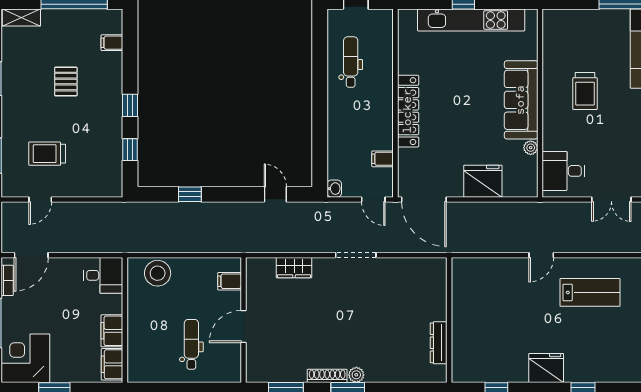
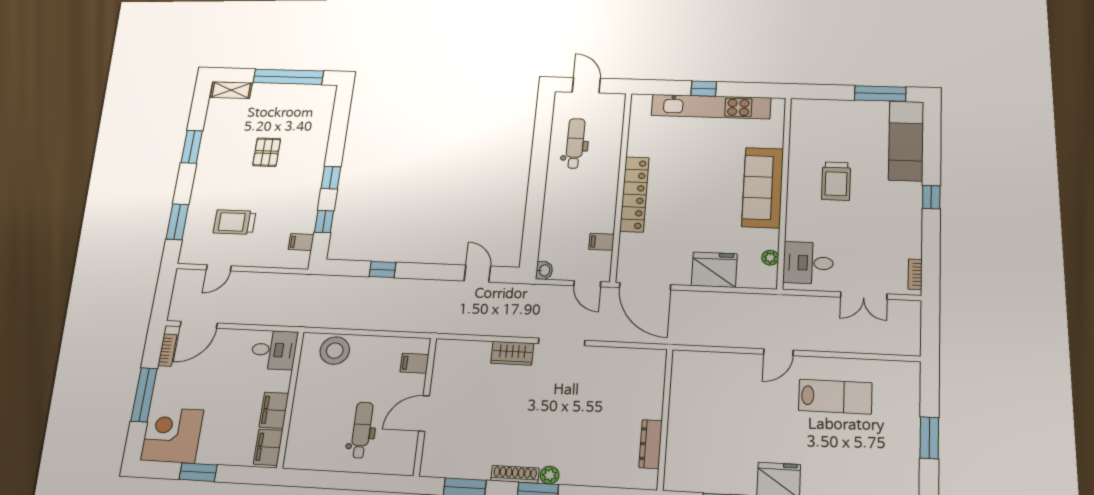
filing cabinet: (112, 43) -> (301, 242), moved
plant: (531, 148) -> (770, 258), moved
wardrobe: (294, 268) -> (512, 353), moved

